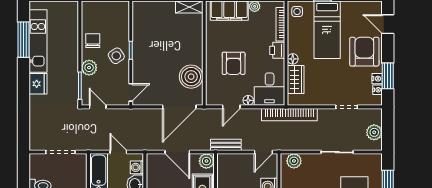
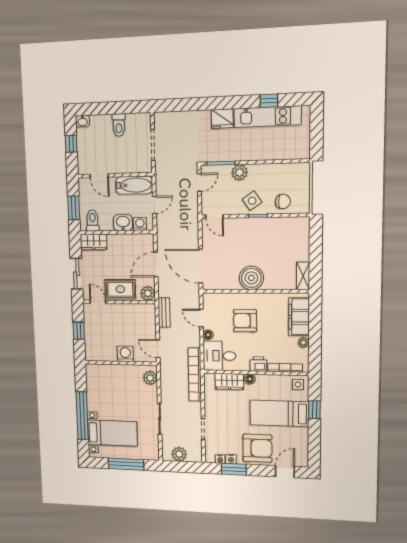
window: (23, 40) -> (269, 101), width x0.46
chair: (93, 41) -> (283, 201), moved
boiler: (191, 77) -> (251, 278), moved

